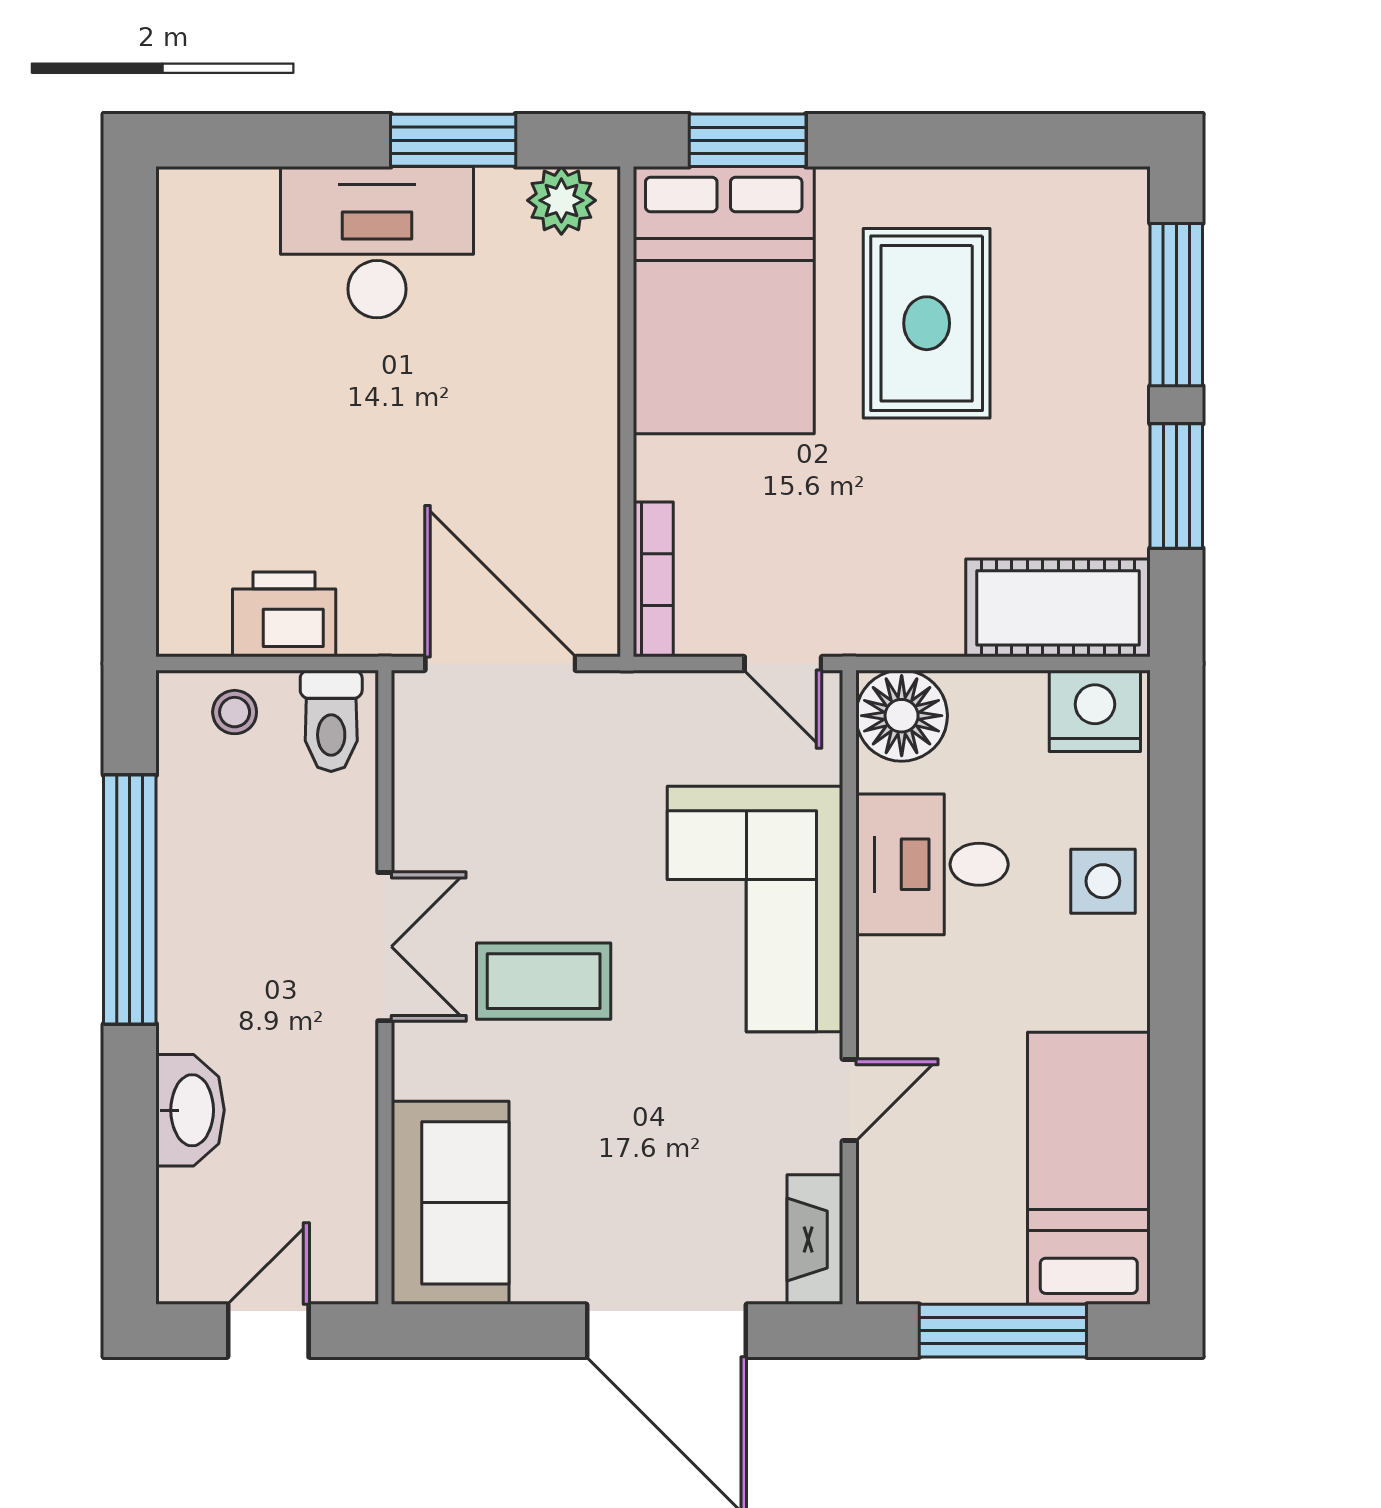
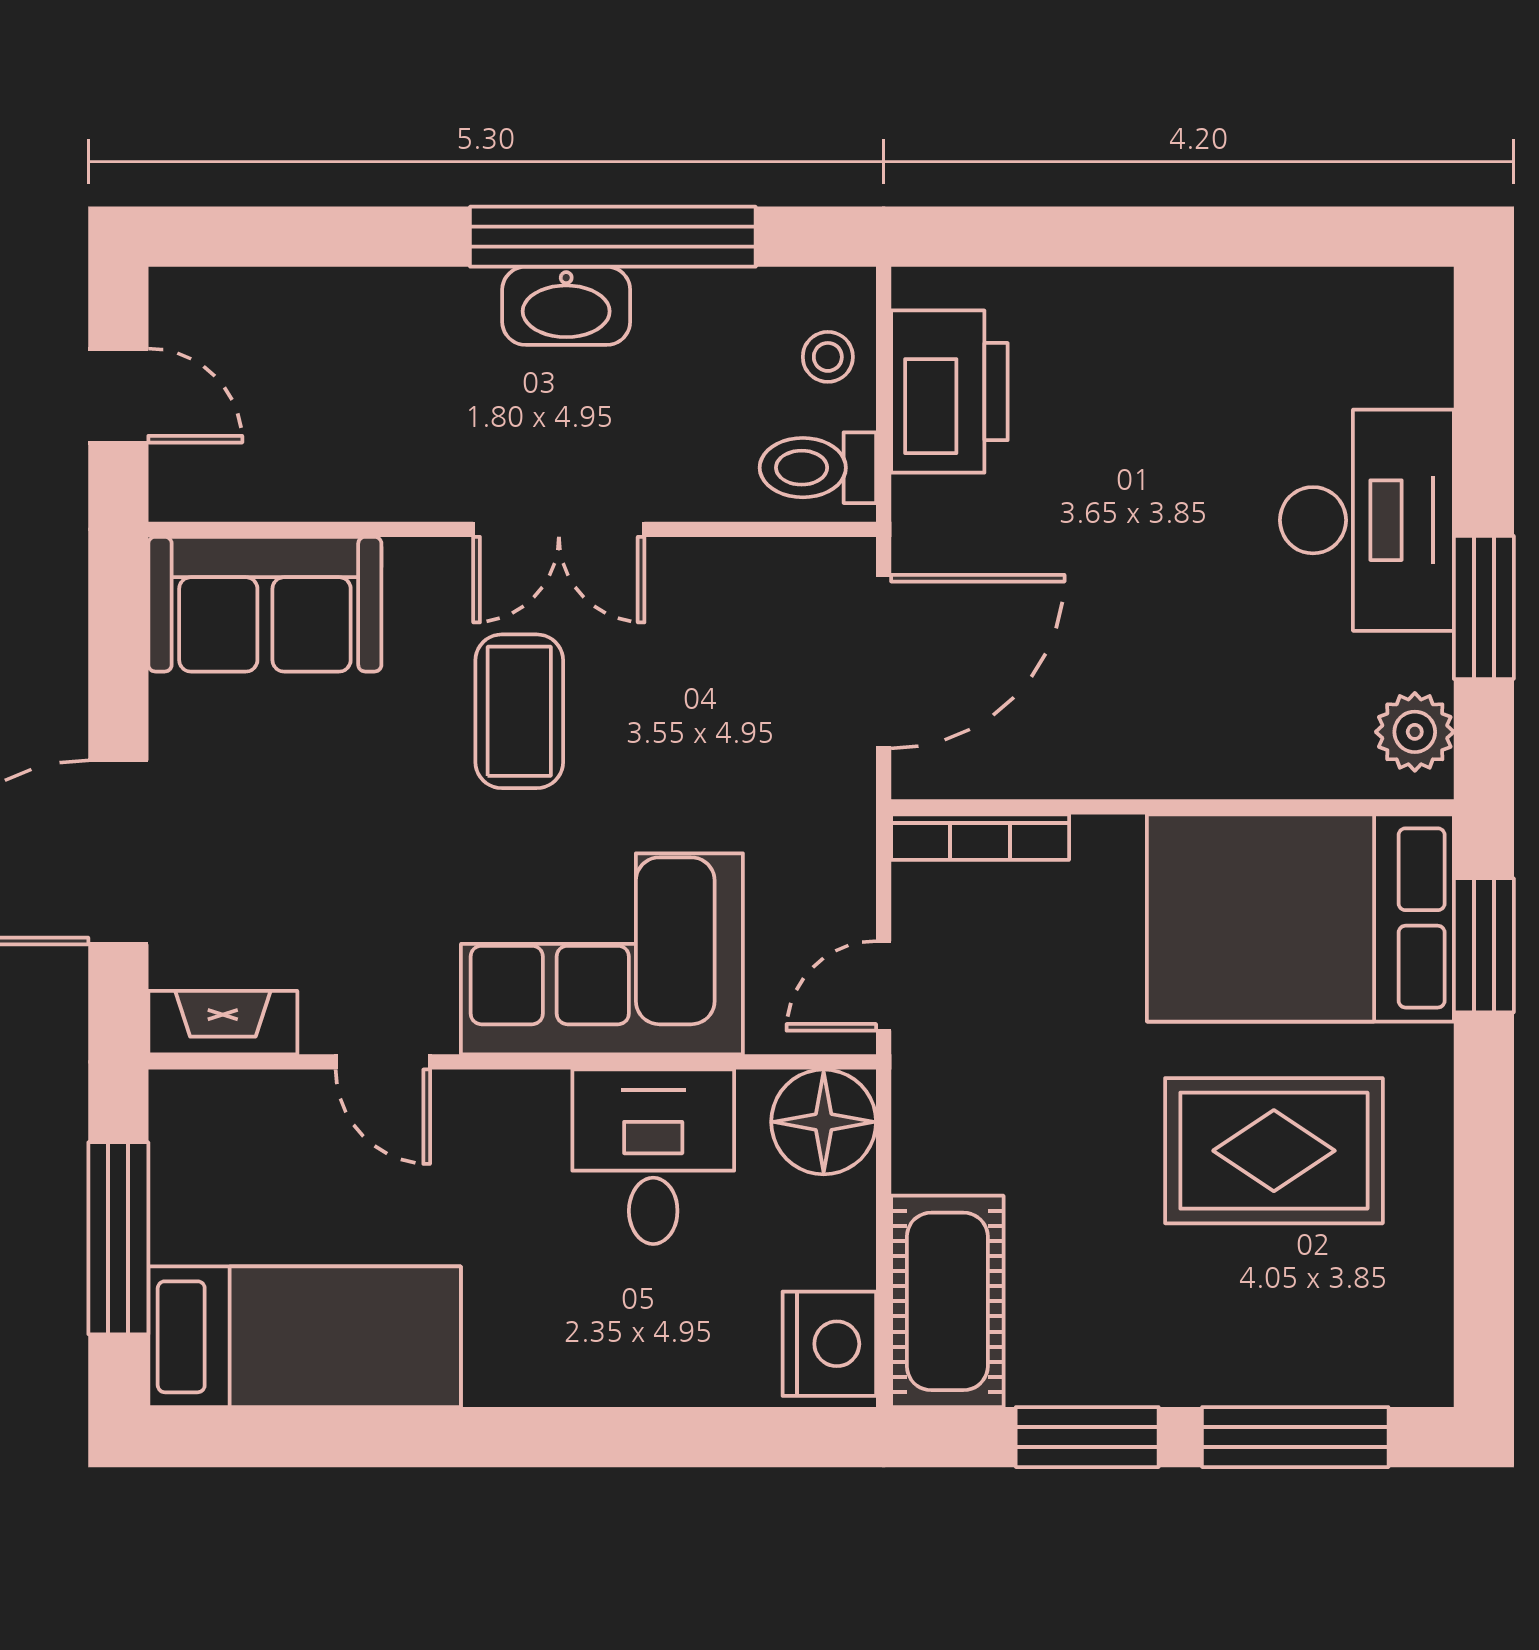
printer: (284, 614) -> (949, 392), width x1.37, depth x1.19
side table: (1103, 881) -> (634, 1353), removed
washbasin: (190, 1110) -> (566, 306), moved

